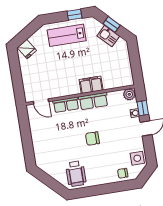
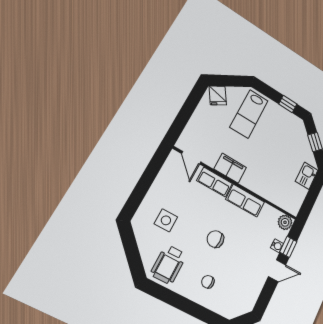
lab bench: (67, 35) -> (249, 114), moved, turned -90
kitchen sink: (108, 36) -> (307, 176), moved, turned 45
filing cabinet: (91, 85) -> (230, 168), moved
side table: (137, 158) -> (166, 220), moved
chair: (123, 173) -> (208, 282), moved

